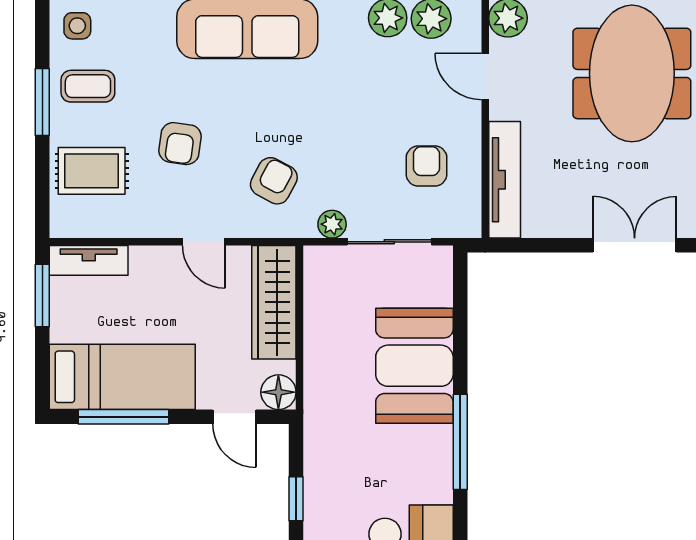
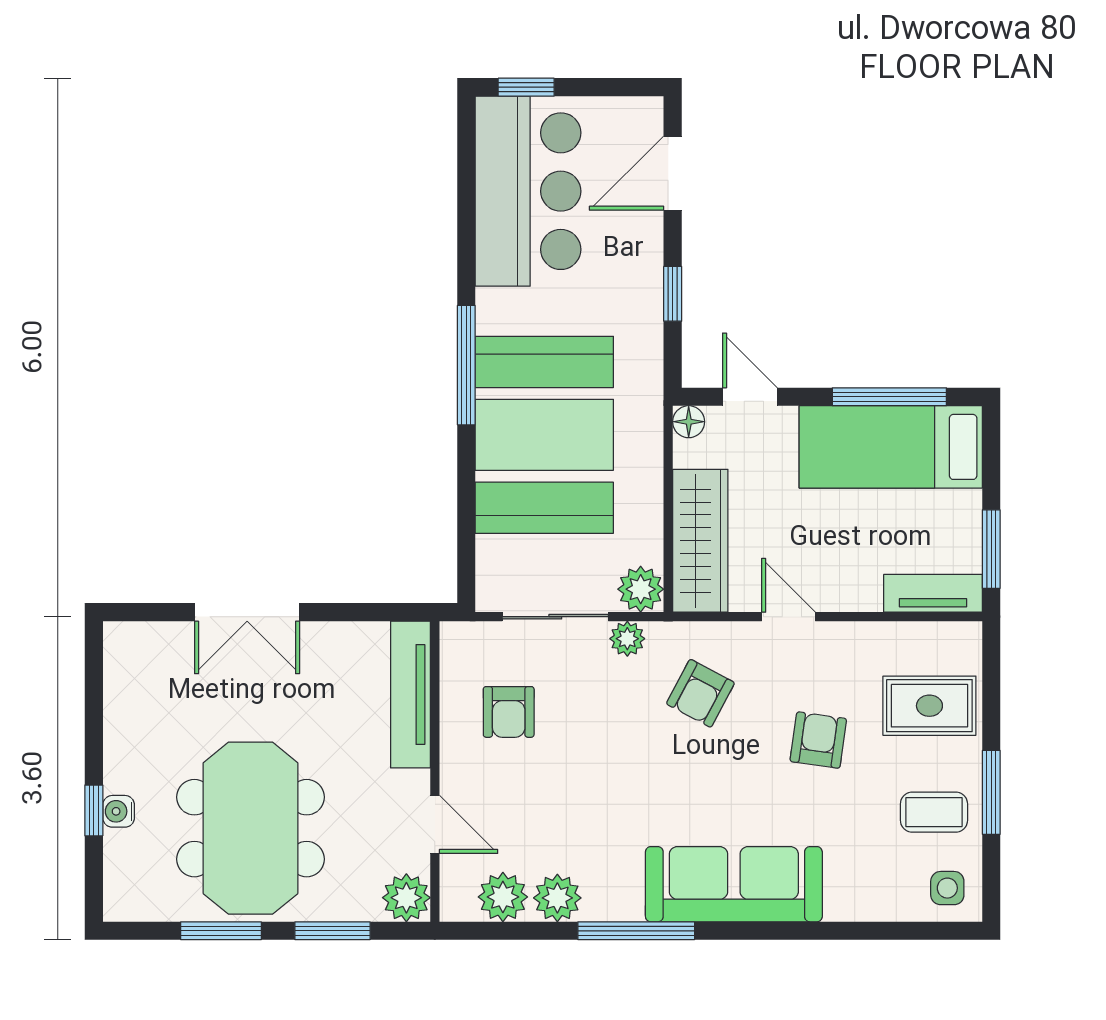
plant: (321, 264) -> (641, 589), added
booth: (414, 366) -> (544, 435), width x1.36, depth x1.42
floor lamp: (278, 392) -> (689, 422), width x0.73, depth x0.73

